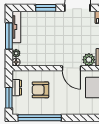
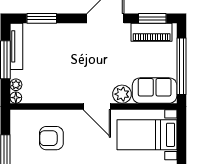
window: (46, 8) -> (42, 18), moved
dresser: (17, 88) -> (17, 135), removed

